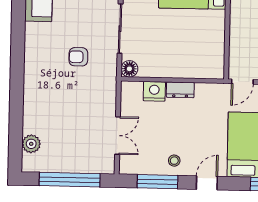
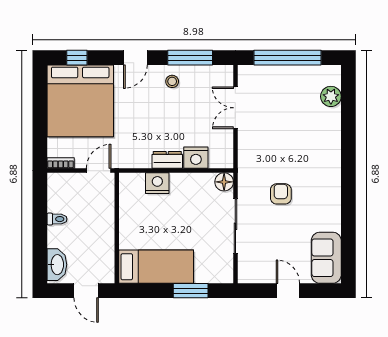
armchair: (78, 57) -> (281, 194), turned -90
nightstand: (190, 69) -> (157, 183), added

